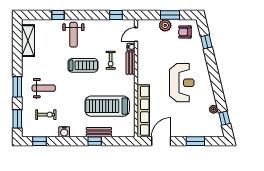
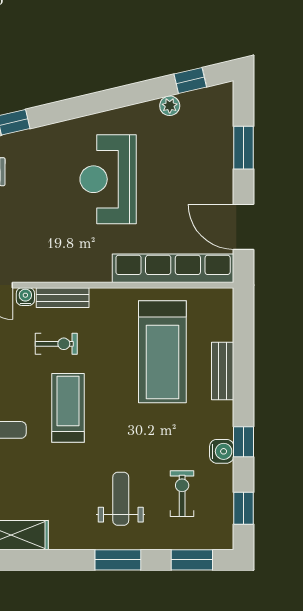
reception desk: (182, 83) -> (108, 179), turned -90
window: (95, 141) -> (244, 442), moved

